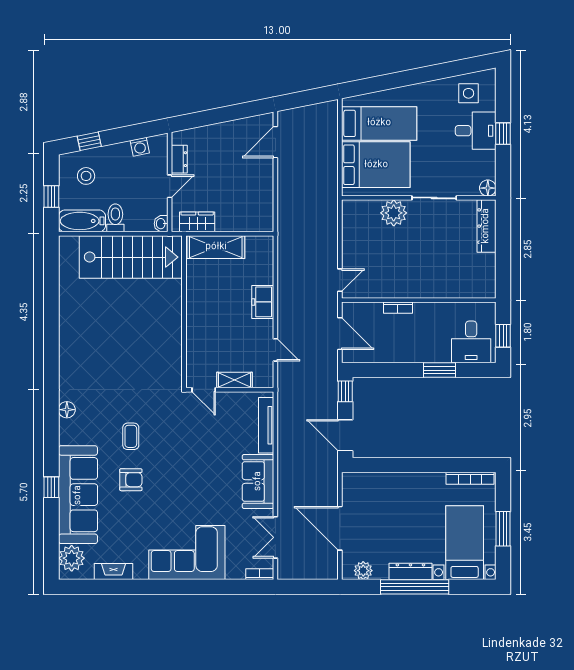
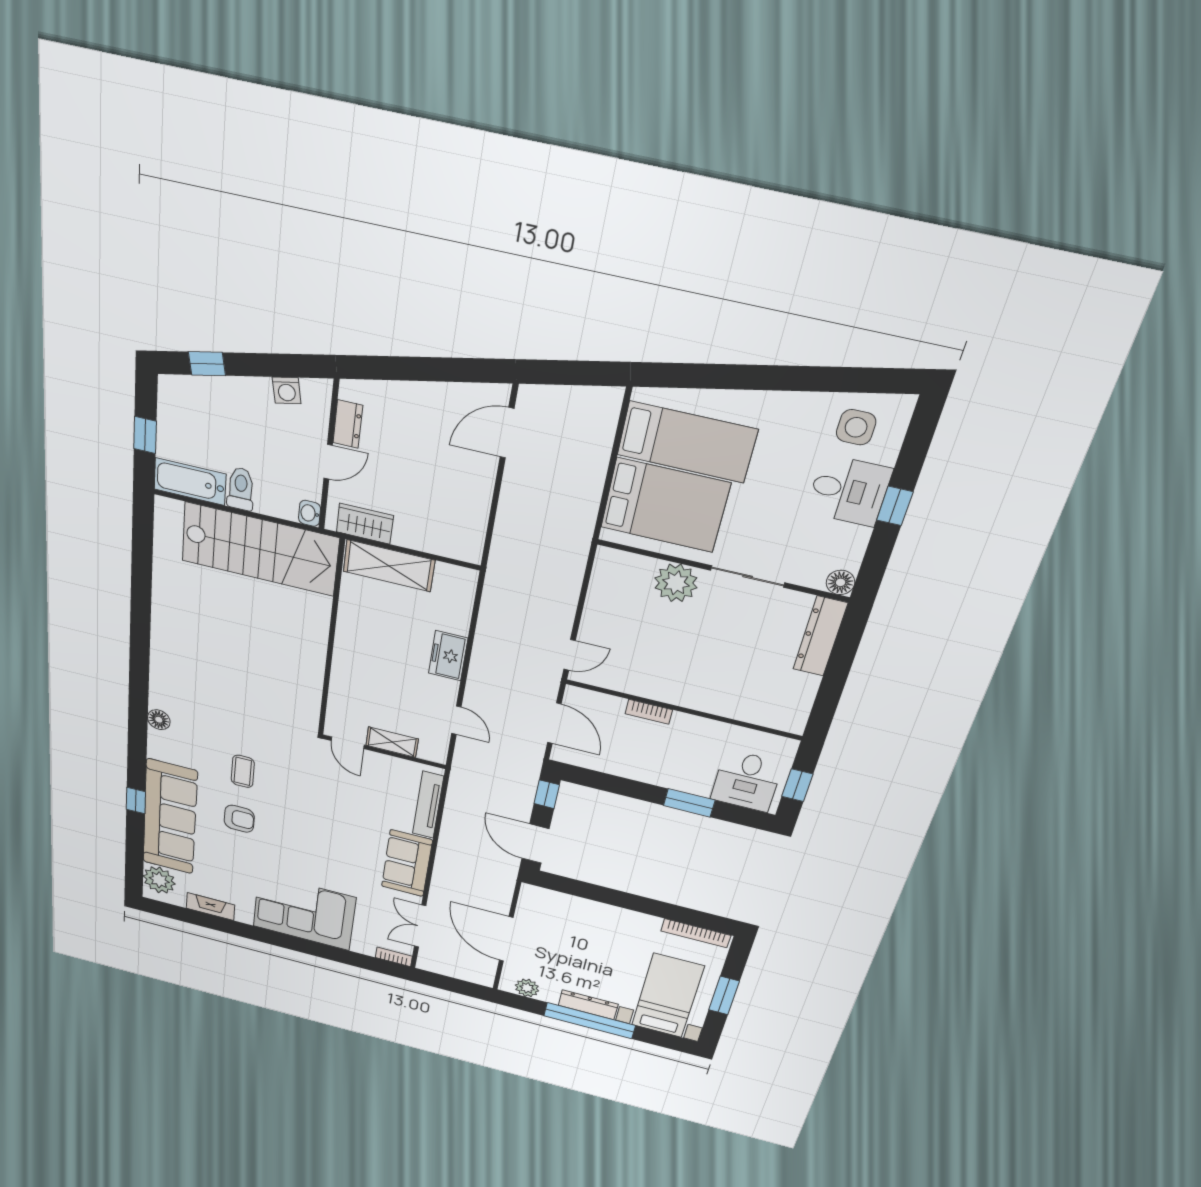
stool: (86, 176) -> (199, 416), removed

